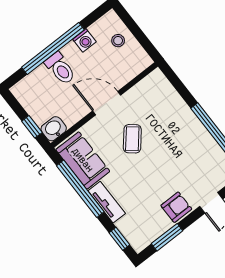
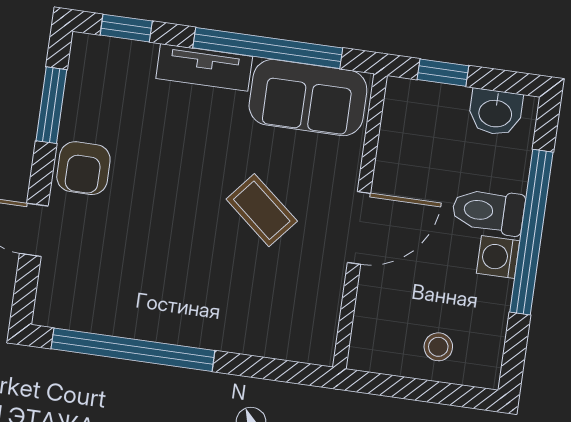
washing machine: (84, 41) -> (498, 257), moved
washbasin: (54, 129) -> (495, 112), moved, turned 90

